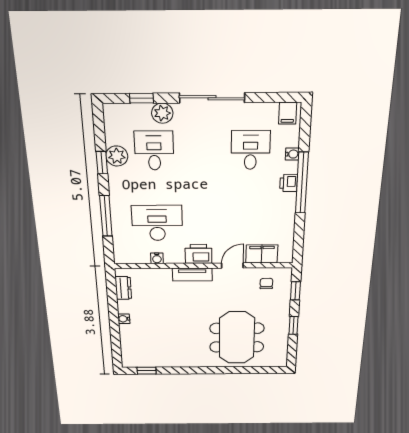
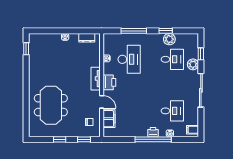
meeting table: (237, 338) -> (51, 105), turned 90

